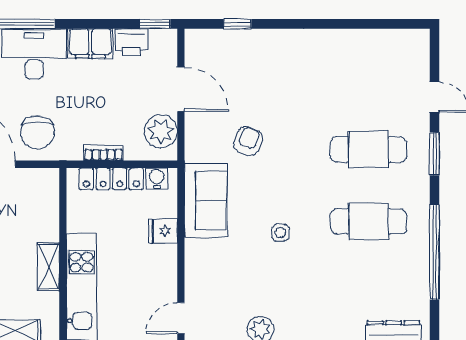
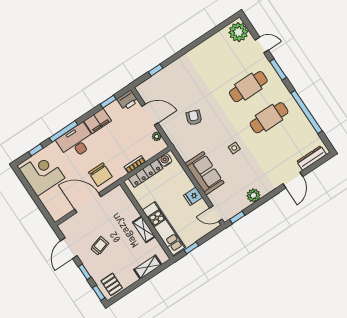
window: (155, 24) -> (108, 102), moved
printer: (131, 42) -> (128, 100), moved
plant: (411, 52) -> (238, 32), added
plant: (161, 131) -> (157, 136), width x0.53, depth x0.53
sofa: (206, 200) -> (204, 173), moved
fridge: (163, 231) -> (193, 196), moved
door: (181, 318) -> (216, 214), hinge flipped

